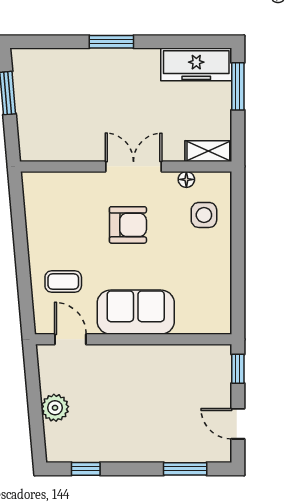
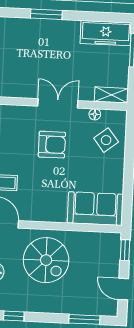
side table: (204, 215) -> (106, 140), turned -38
sofa: (136, 312) -> (95, 209), moved
spiral stairs: (127, 388) -> (46, 260), added

